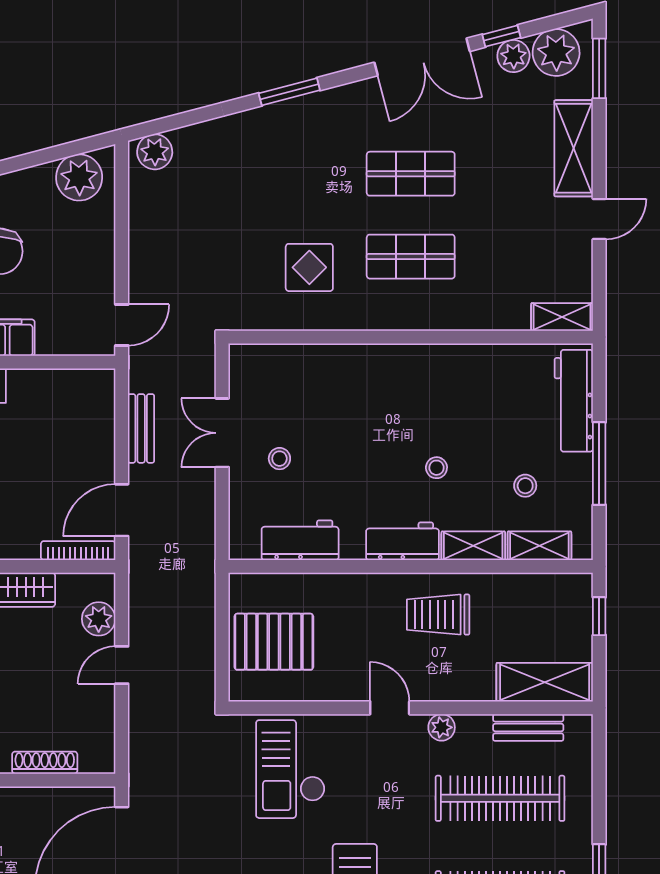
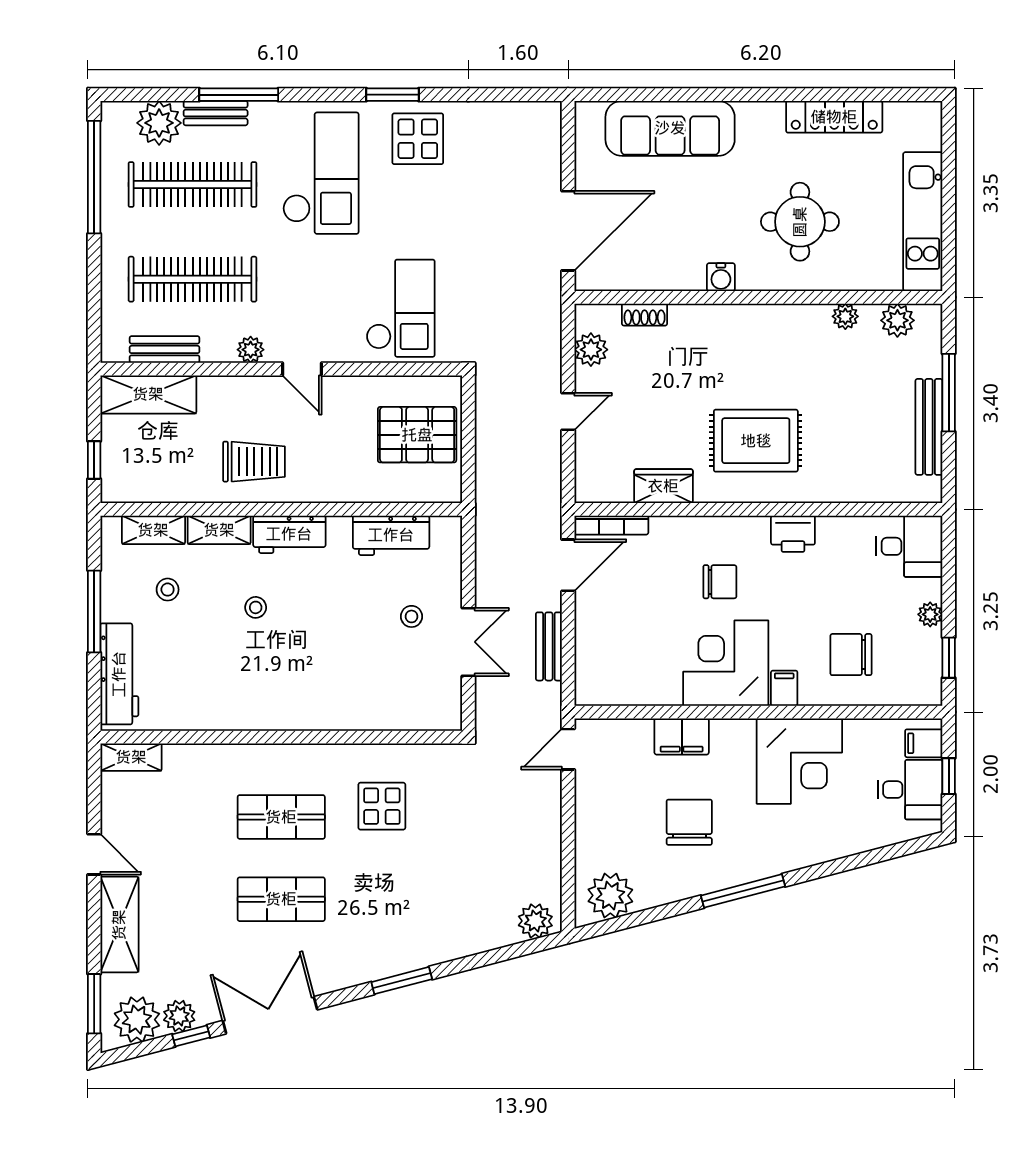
door: (599, 219) -> (94, 854), swing flipped
plant: (99, 619) -> (591, 350), moved
shoe rack: (45, 763) -> (645, 315), width x0.70

